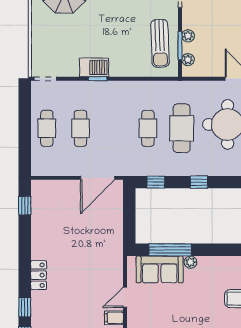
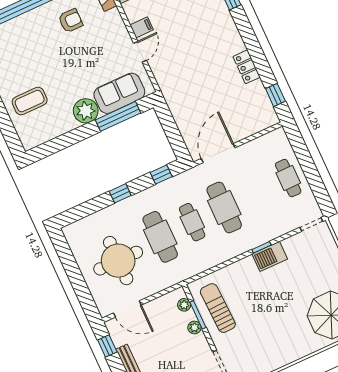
cafe table: (81, 128) -> (224, 207), moved, width x1.37, depth x1.35
plant: (190, 262) -> (86, 111), width x1.88, depth x1.88
locker: (39, 275) -> (247, 67), moved

